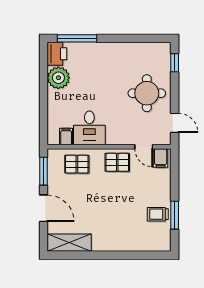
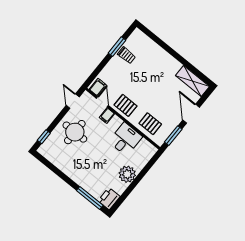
plant: (58, 78) -> (127, 174), moved
filing cabinet: (66, 137) -> (107, 116), moved

